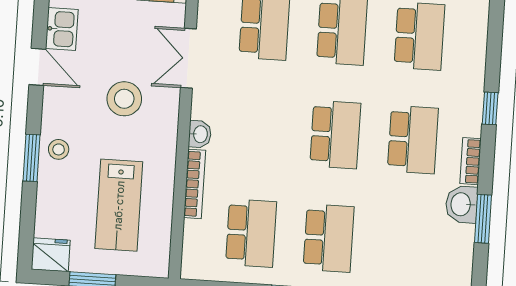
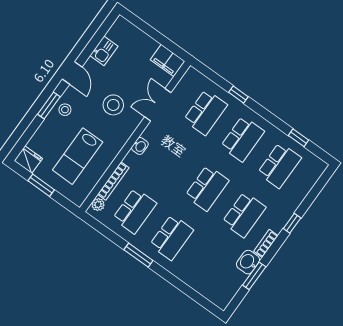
door: (37, 67) -> (72, 73), moved
bookcase: (195, 184) -> (113, 181), moved
plant: (192, 257) -> (98, 205), added

